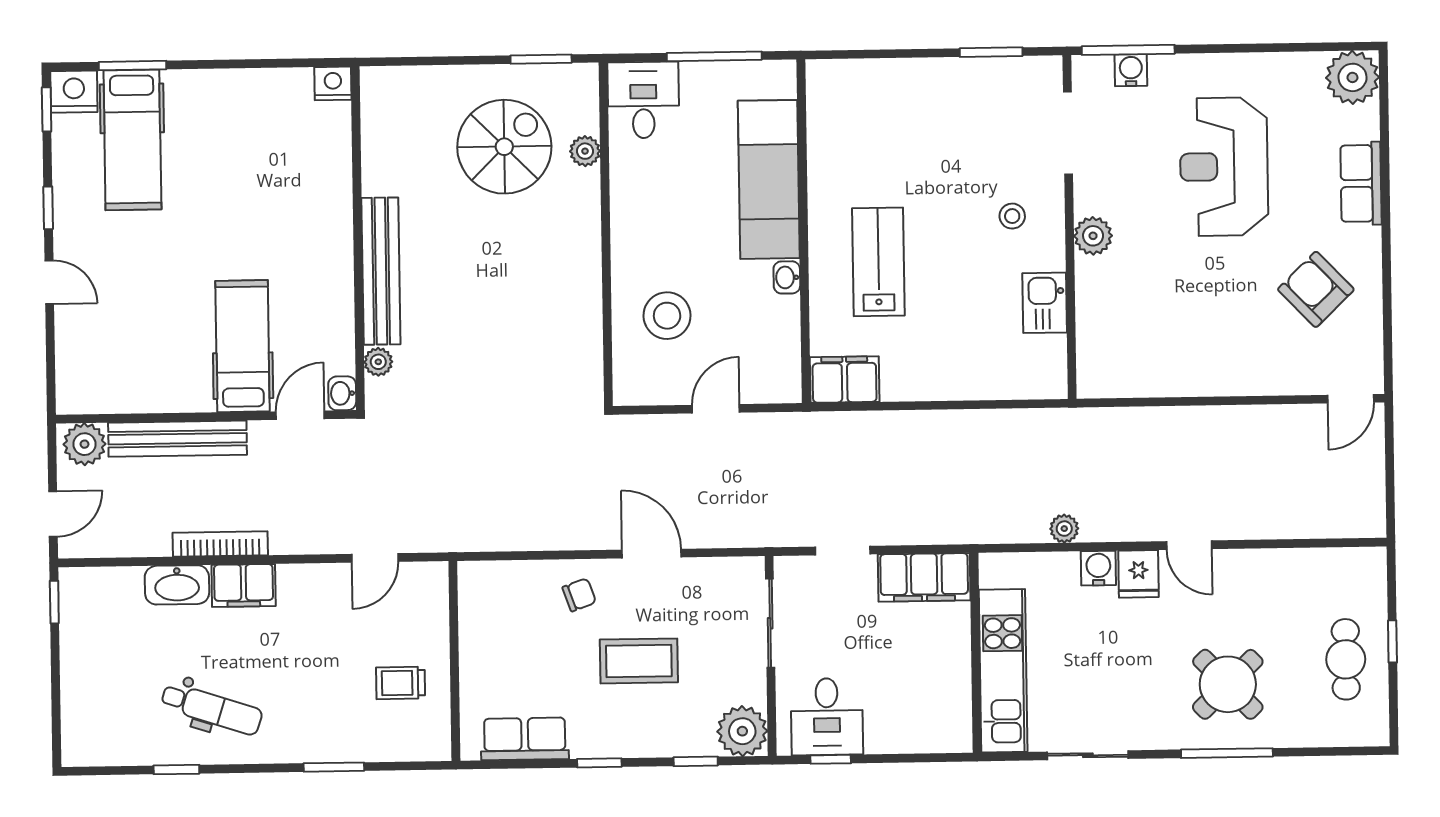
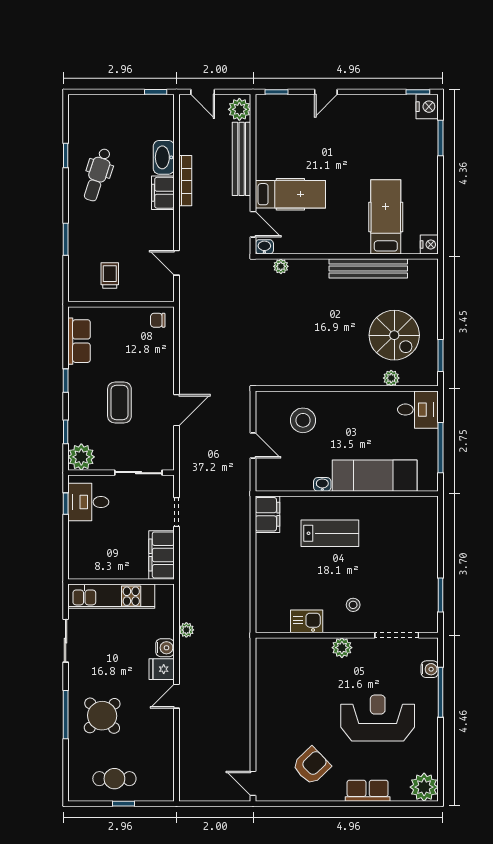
window: (1128, 50) -> (441, 692), moved
hospital bed: (132, 140) -> (386, 217), moved, turned 90
window: (48, 208) -> (277, 92), moved
bench: (381, 271) -> (368, 268), moved
chair: (579, 595) -> (158, 320), moved, turned 110

